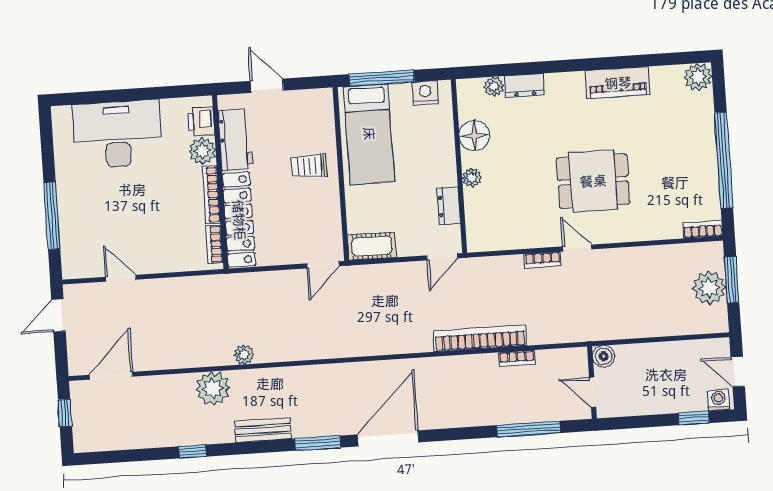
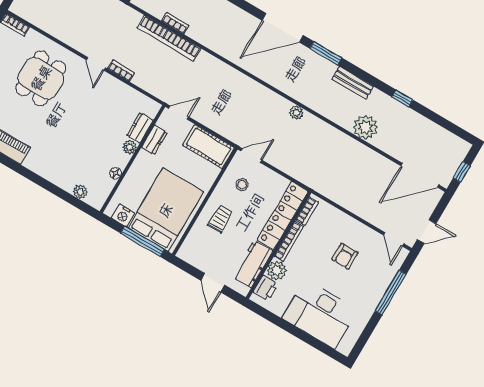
dresser: (525, 85) -> (140, 128), moved, turned -90
bed: (369, 134) -> (166, 210), width x1.50
floor lamp: (475, 136) -> (115, 173), width x0.53, depth x0.53
trolley: (309, 166) -> (220, 219), turned -90
dining table: (593, 181) -> (41, 78), moved, turned 90
armchair: (134, 222) -> (345, 256), added
stool: (311, 223) -> (242, 185), added
cot: (372, 246) -> (209, 146), width x1.37, depth x1.34
door: (121, 278) -> (394, 239), moved
bookcase: (480, 338) -> (169, 38), moved
plant: (244, 355) -> (296, 113), moved
door: (111, 376) -> (420, 175), width x1.36

